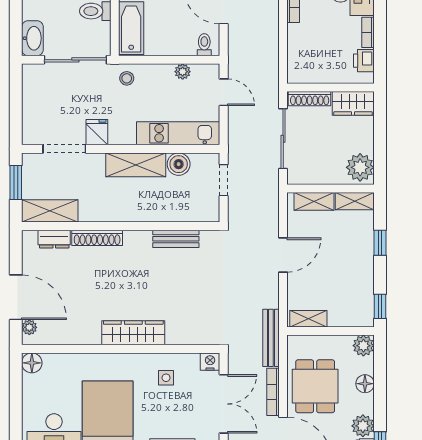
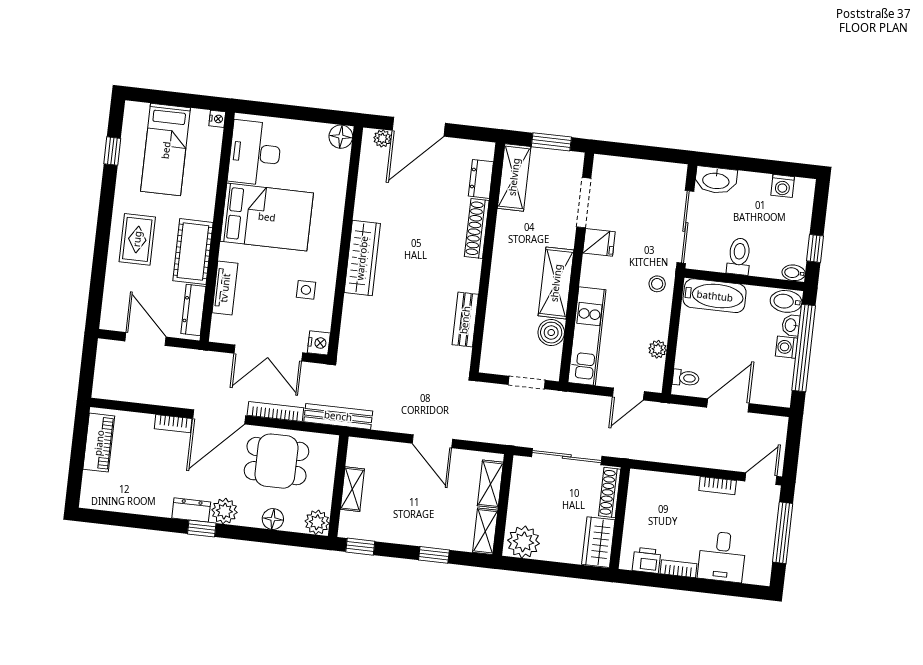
shelving: (308, 319) -> (352, 489), moved

